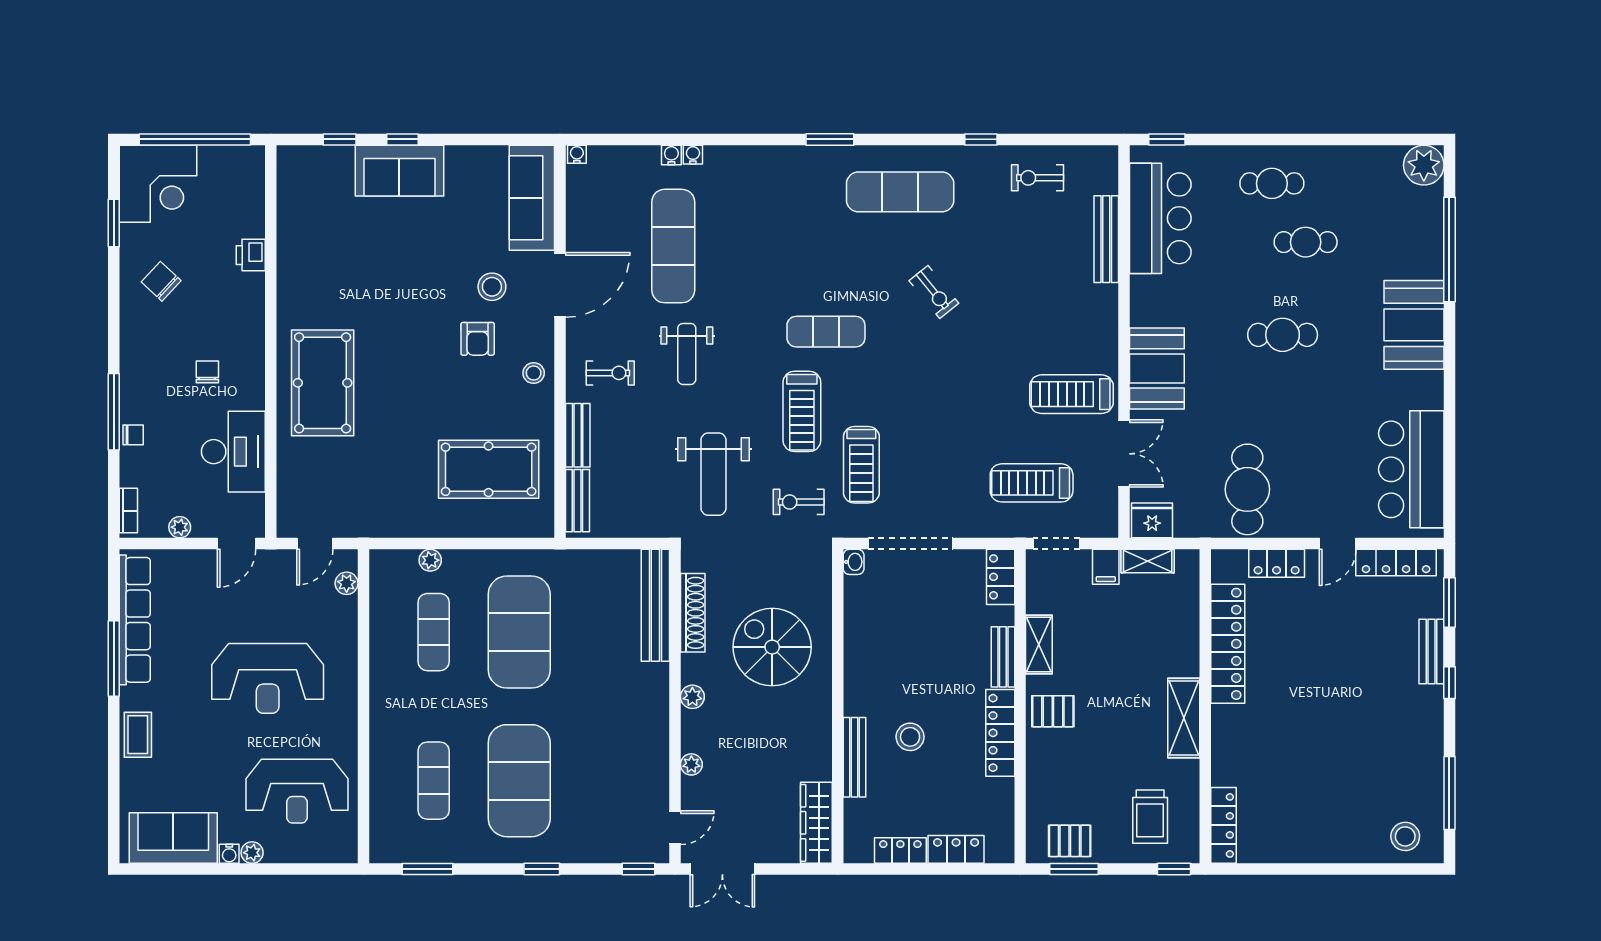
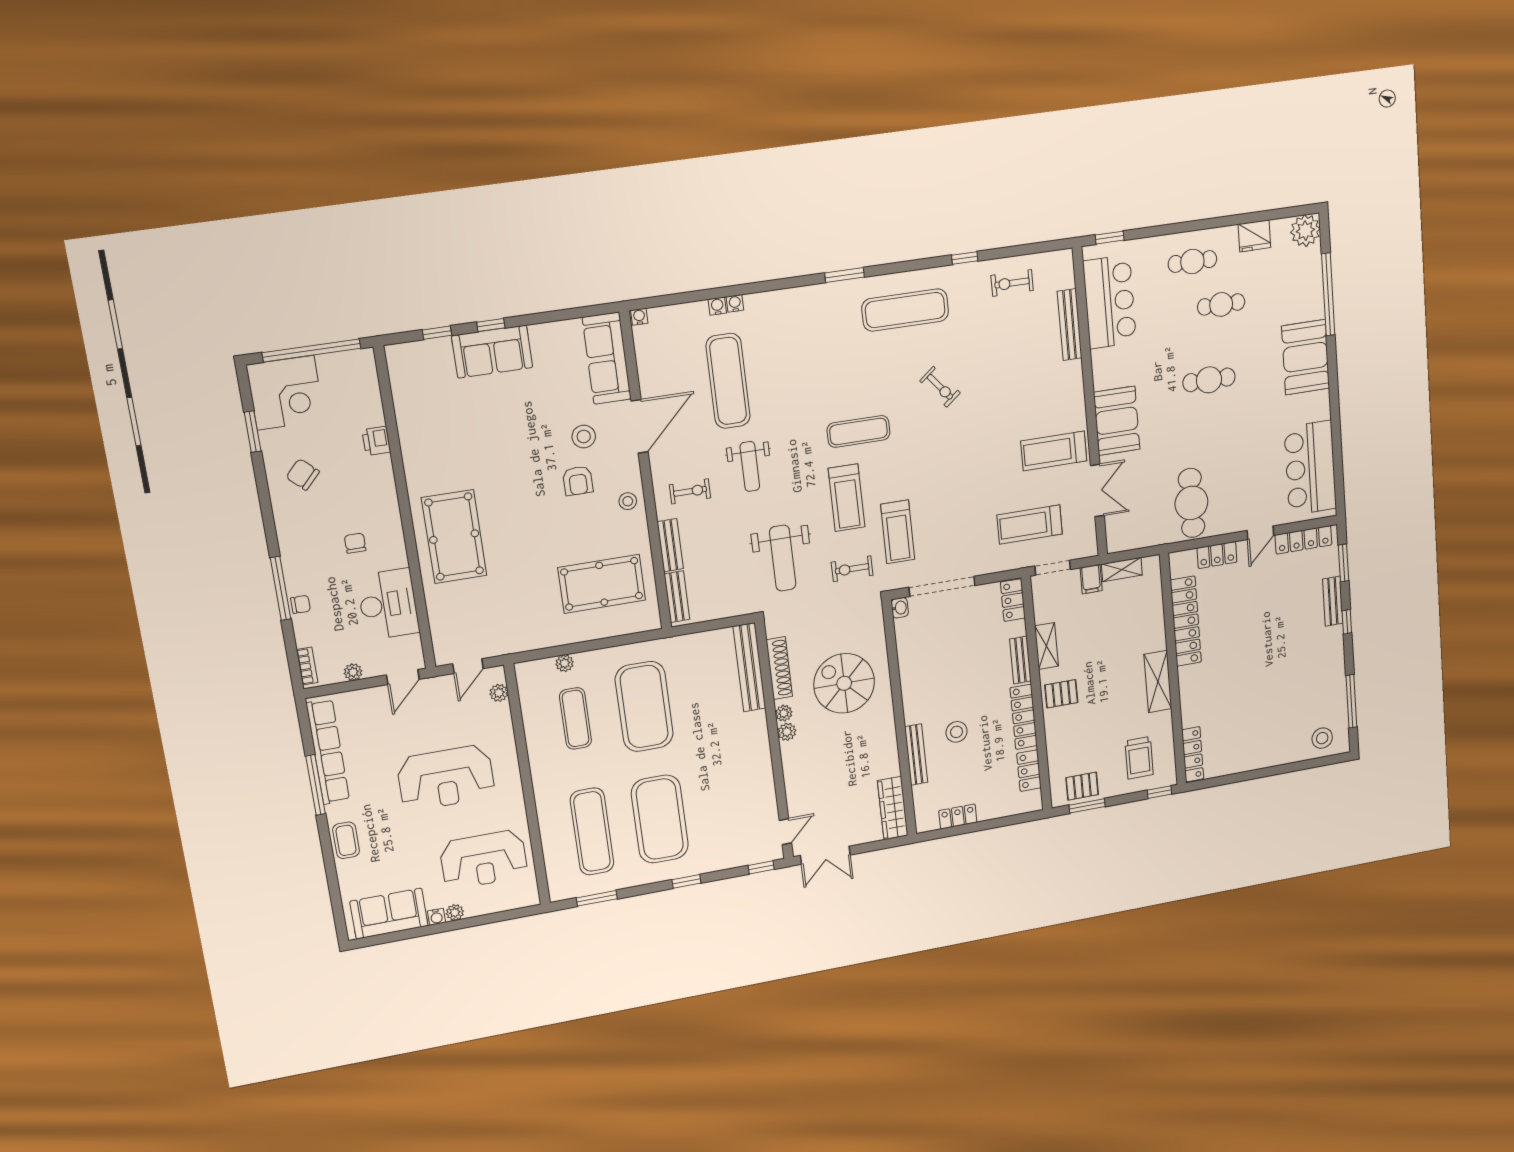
fridge: (1152, 520) -> (1254, 236), moved, turned 180
plant: (691, 764) -> (784, 713), moved
exercise mat: (434, 781) -> (592, 832), width x1.36, depth x1.45
locker: (956, 849) -> (1029, 771), moved, turned -90

